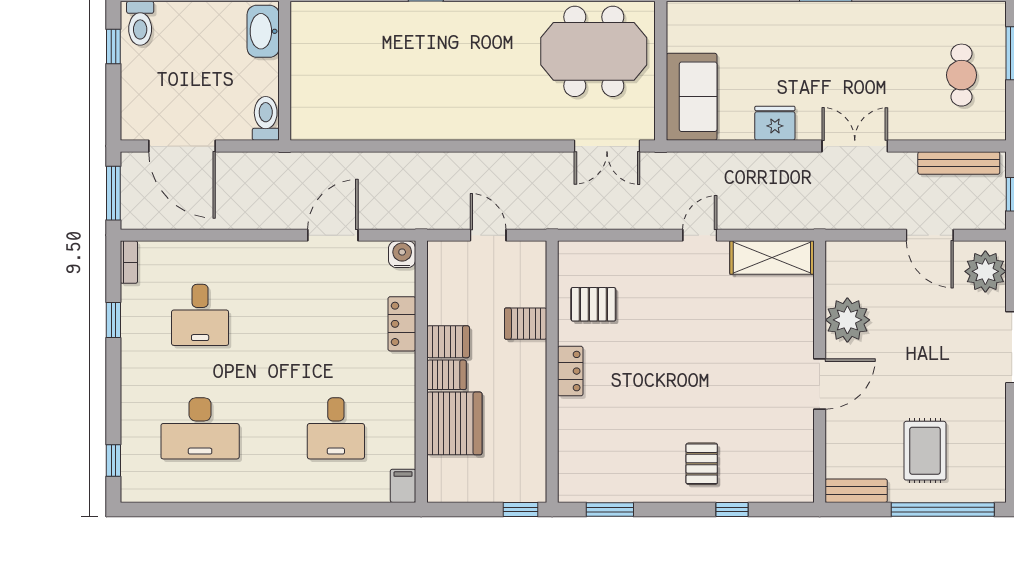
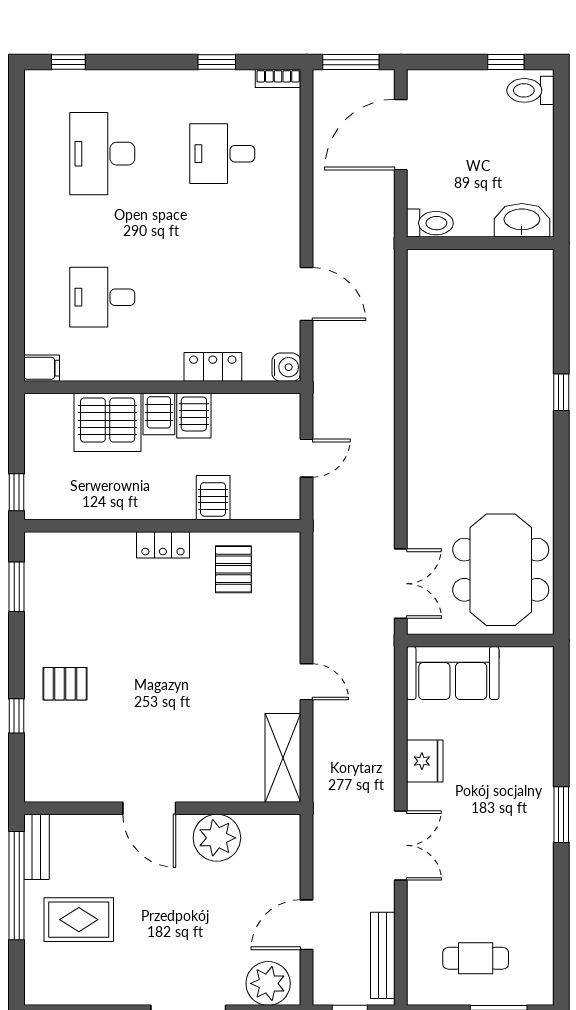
double door: (607, 146) -> (401, 584), swing flipped
window: (943, 510) -> (17, 886), moved

